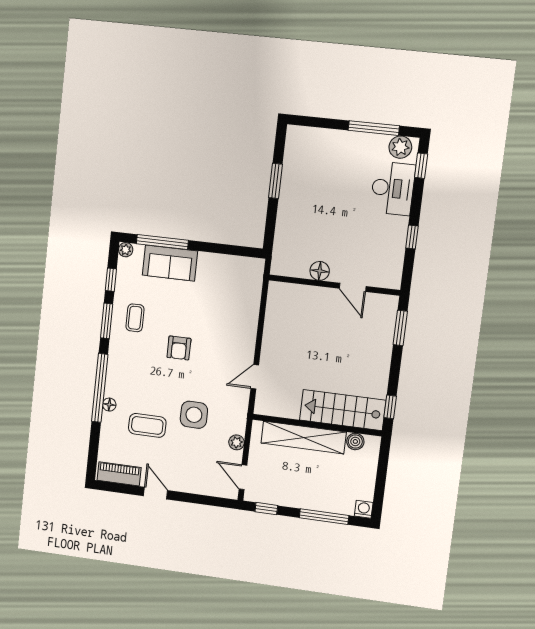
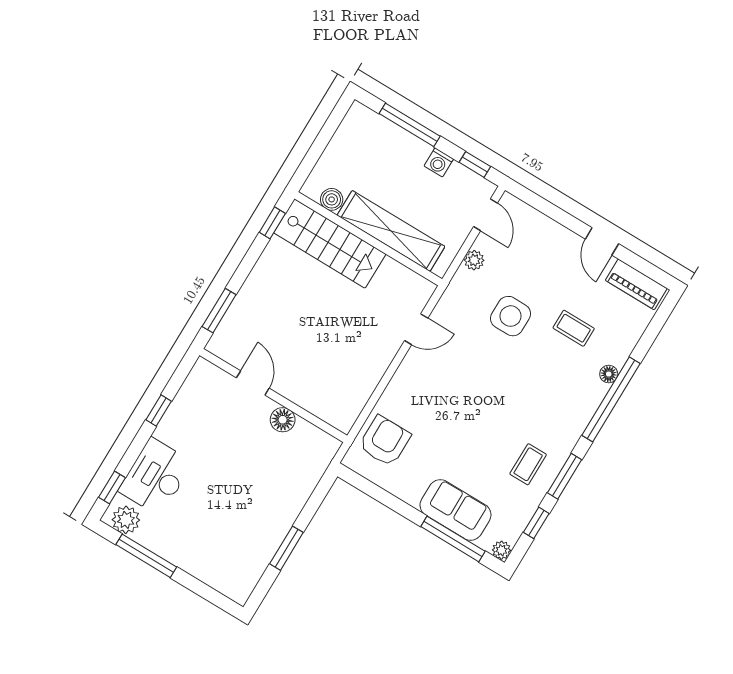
armchair: (179, 348) -> (385, 441), moved, width x1.38, depth x1.38
coffee table: (147, 425) -> (574, 328), width x0.73, depth x0.77
washing machine: (364, 509) -> (439, 162), moved

